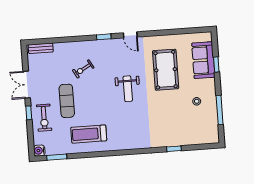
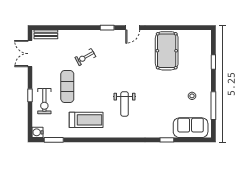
door: (130, 35) -> (133, 28), hinge flipped
sofa: (203, 60) -> (191, 128), moved, turned 90
pool table: (166, 70) -> (167, 51), moved
double door: (27, 85) -> (30, 54), moved
weight bench: (128, 89) -> (125, 104), moved
treadmill: (89, 134) -> (86, 120), turned 180

